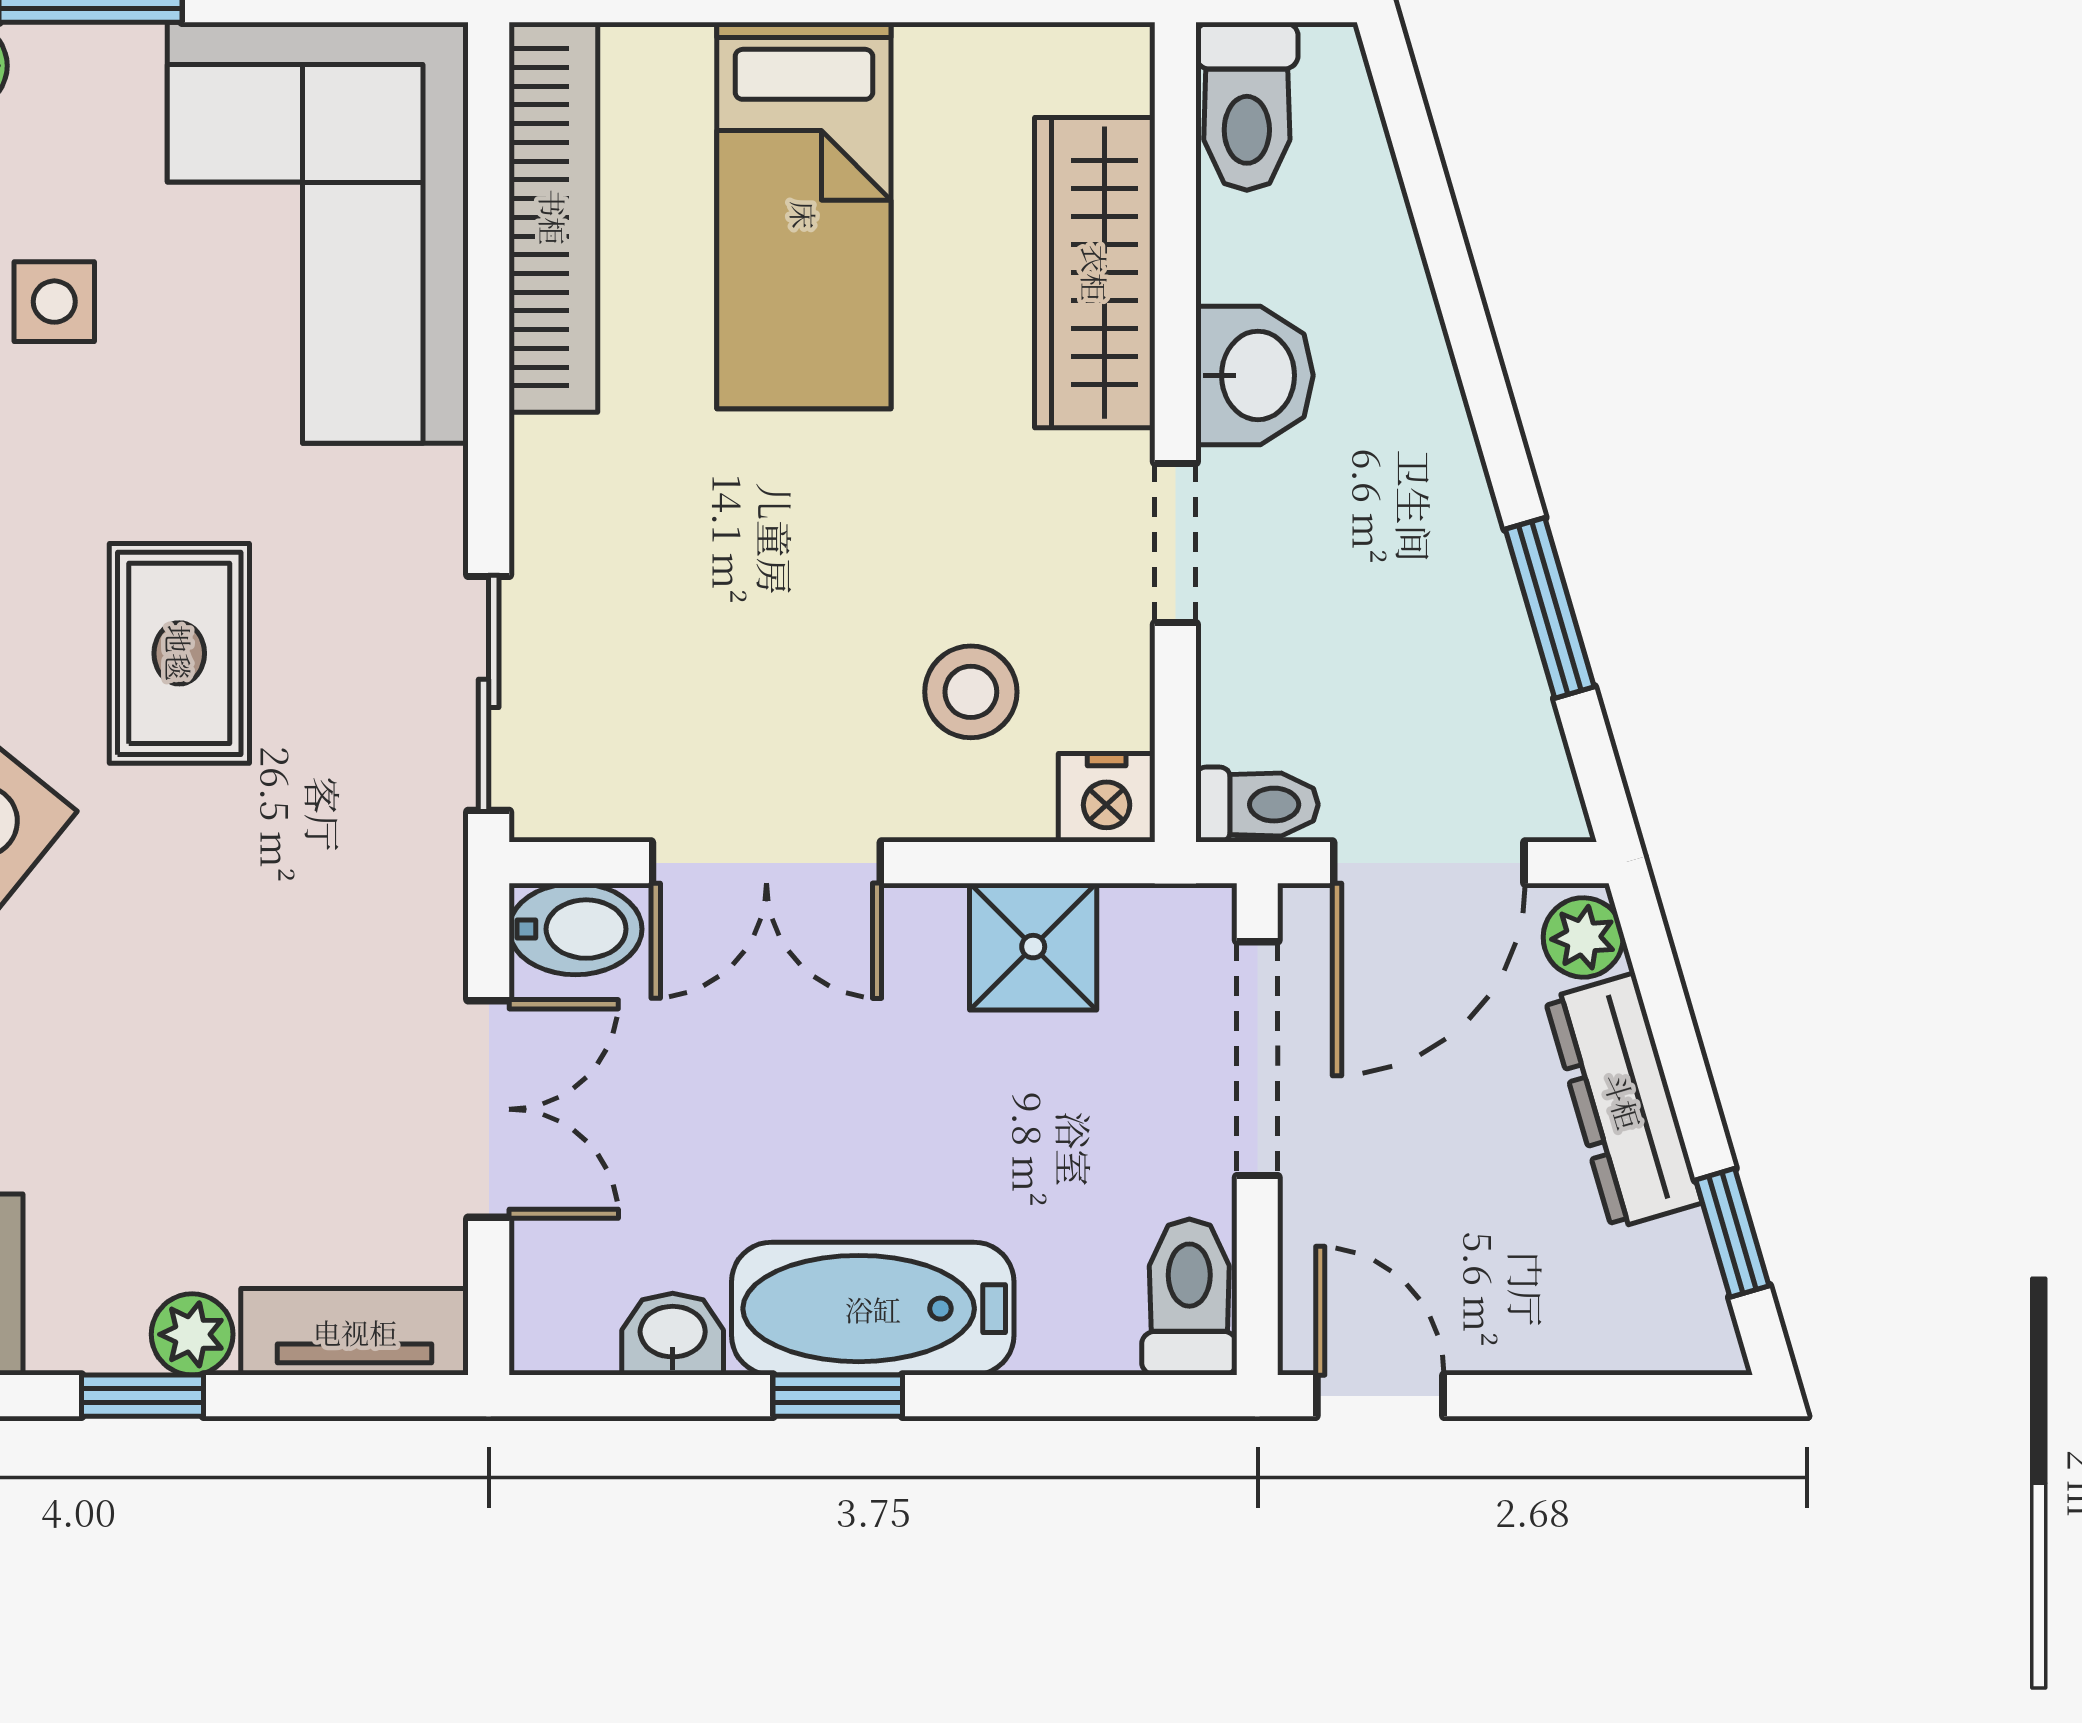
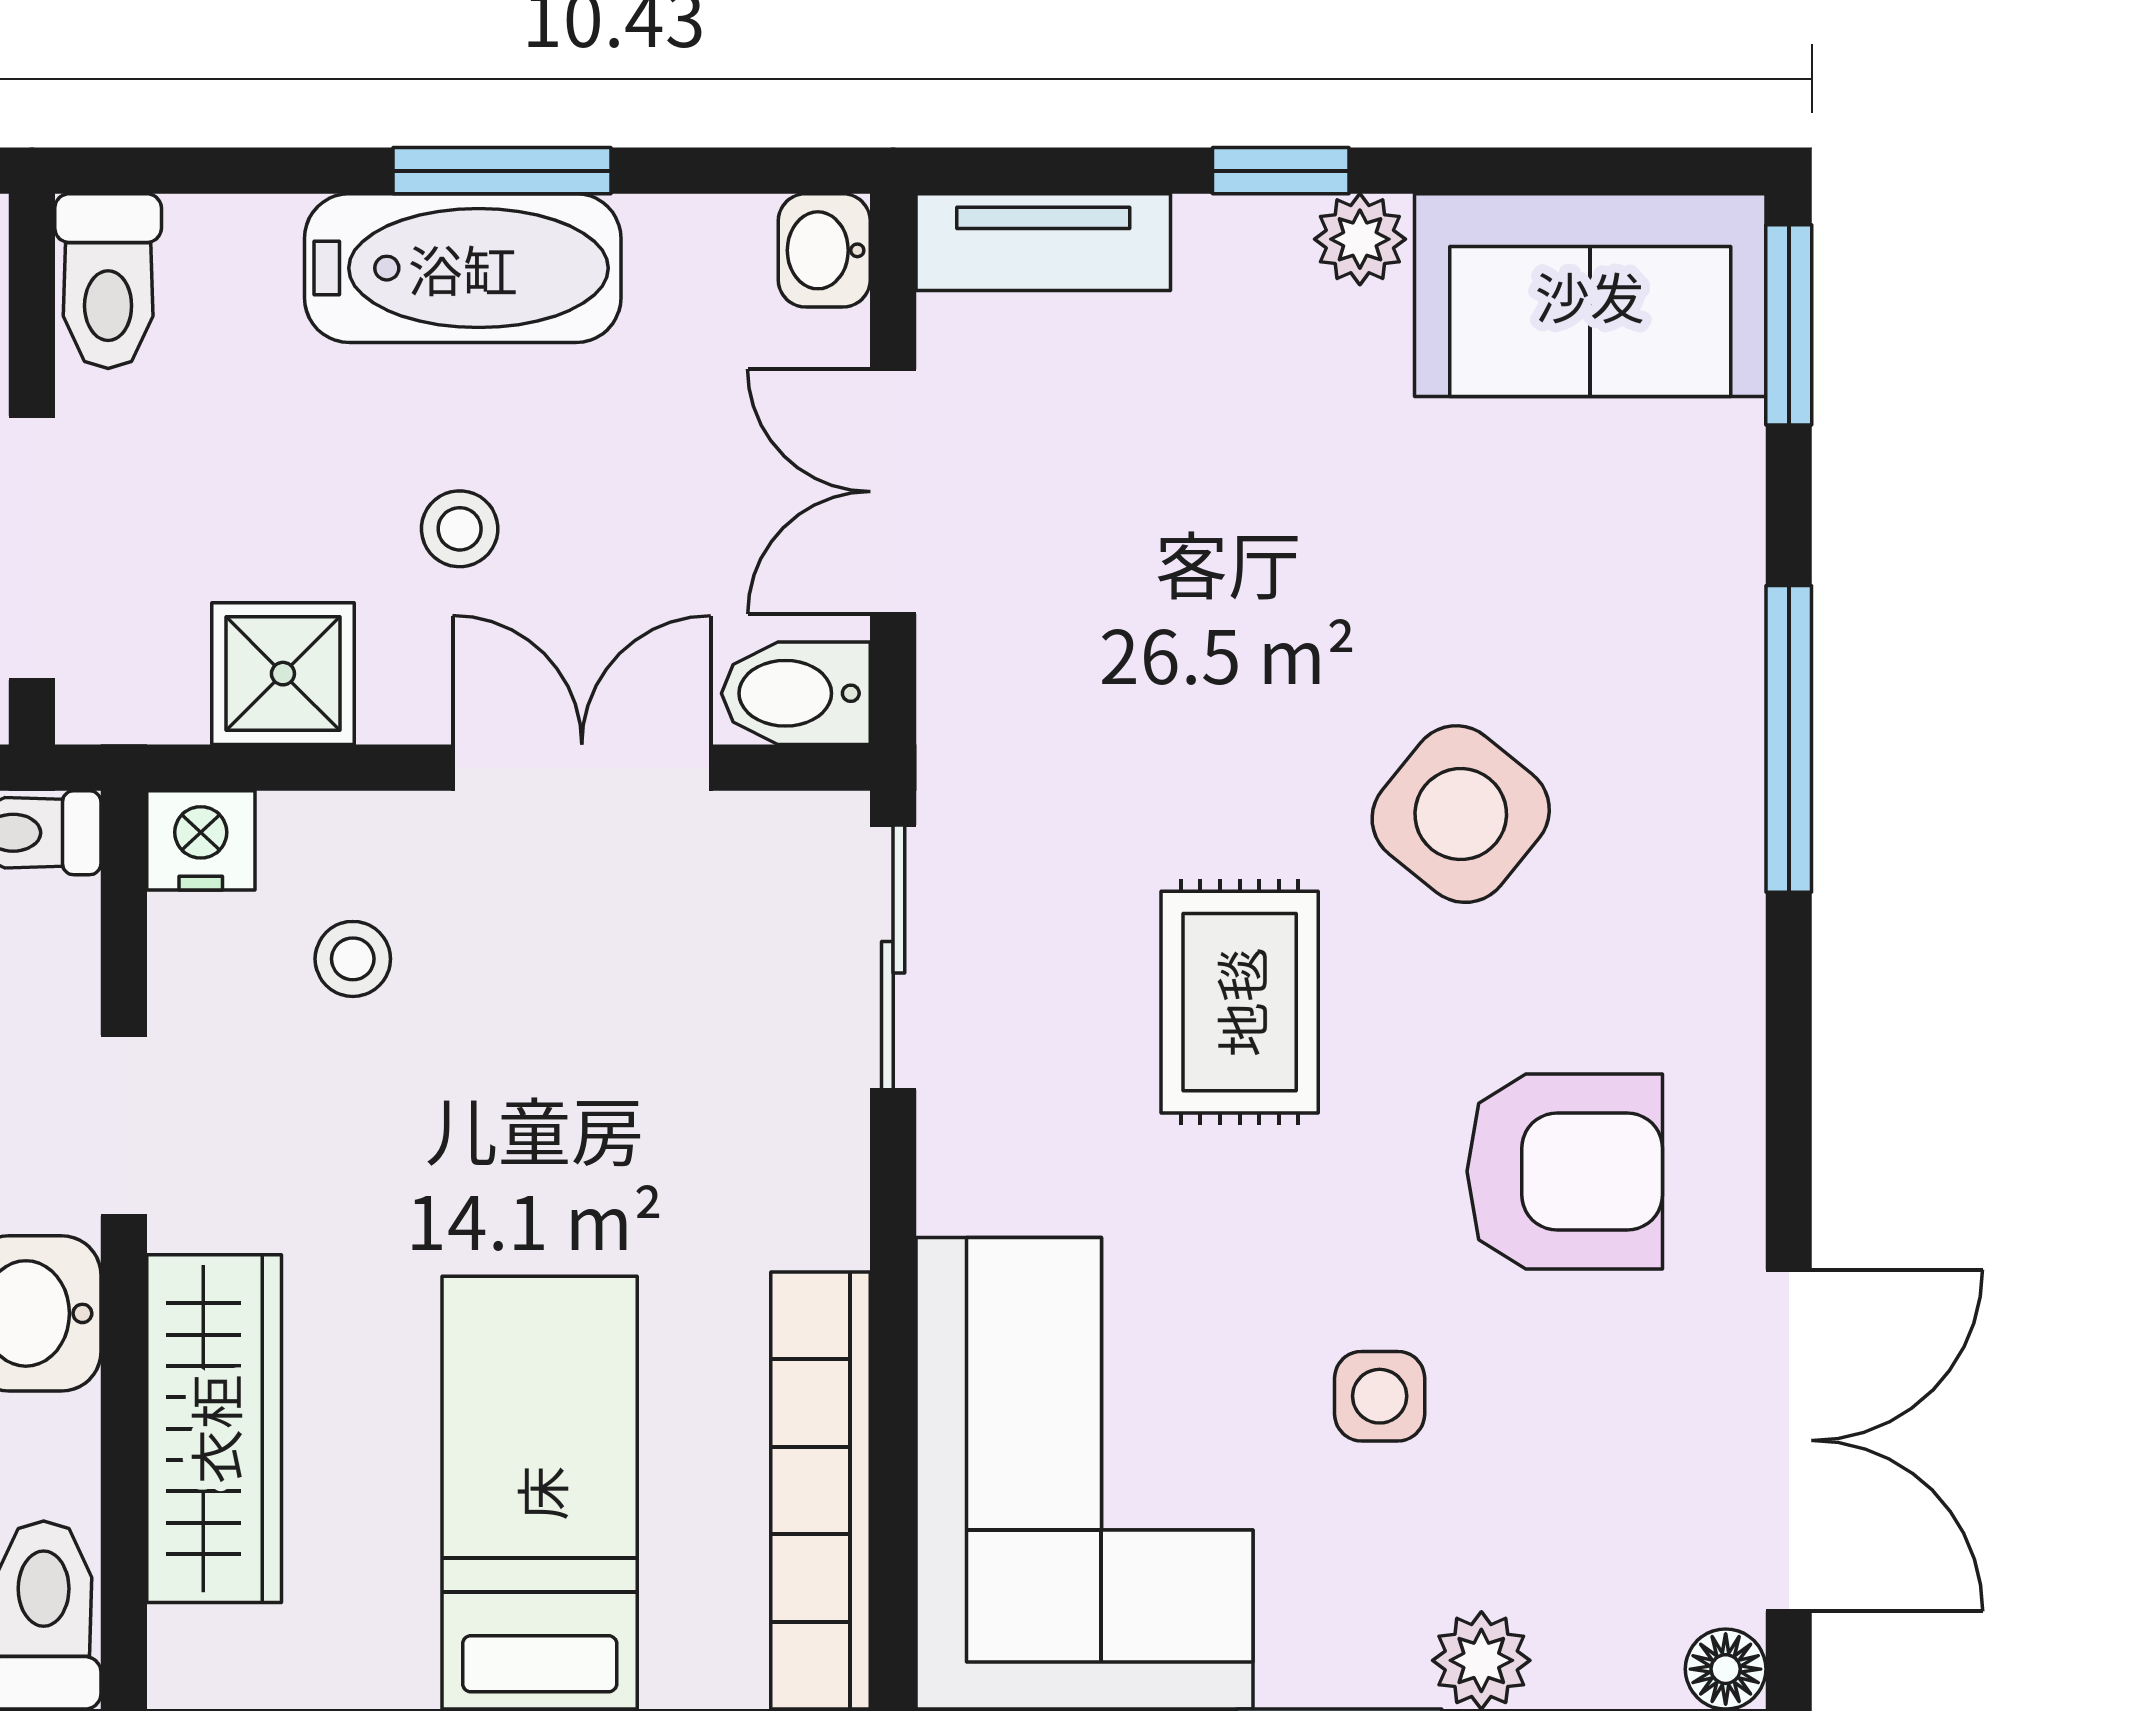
stool: (971, 692) -> (353, 959), width x0.73, depth x0.73
stool: (875, 1076) -> (460, 529), added
plant: (192, 1334) -> (1360, 239), moved
washbasin: (673, 1334) -> (824, 250), moved, turned 90
window: (838, 1396) -> (502, 171), width x1.50

